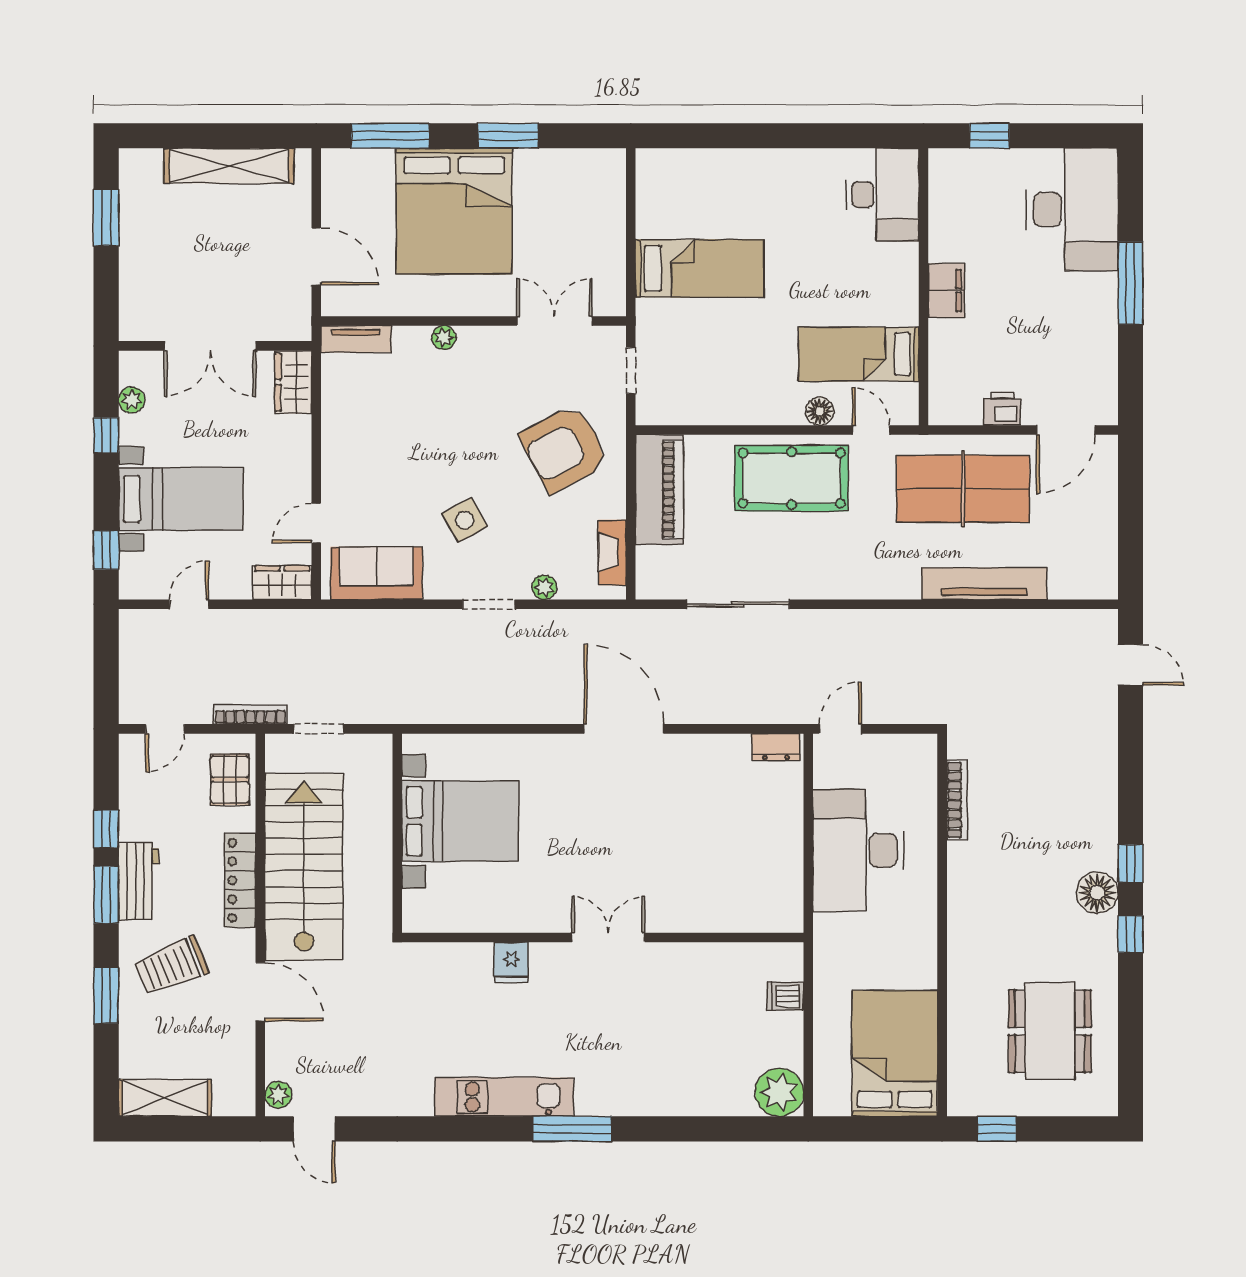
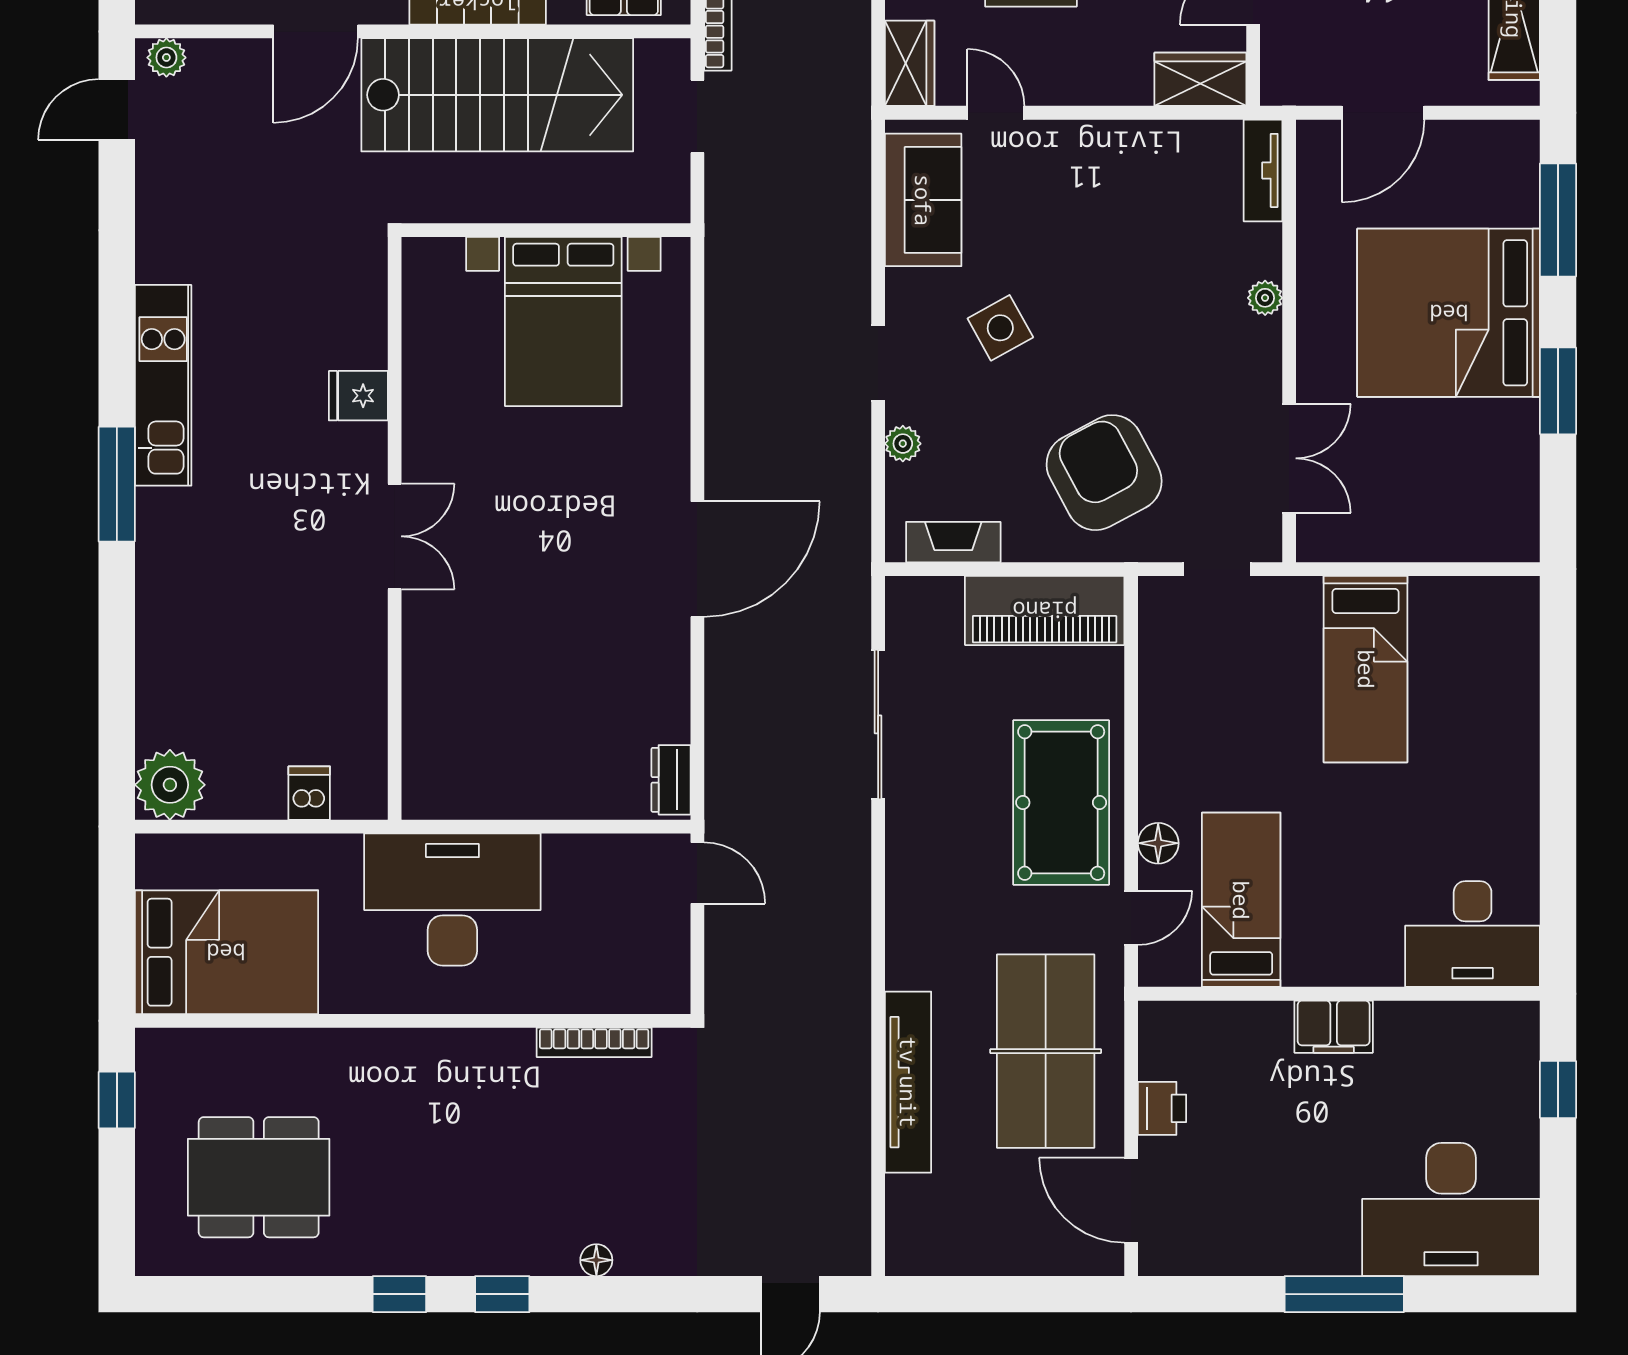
desk: (858, 850) -> (452, 899), moved
floor lamp: (1097, 893) -> (596, 1260), moved, width x0.53, depth x0.53

